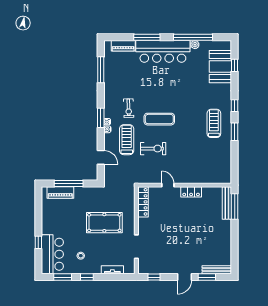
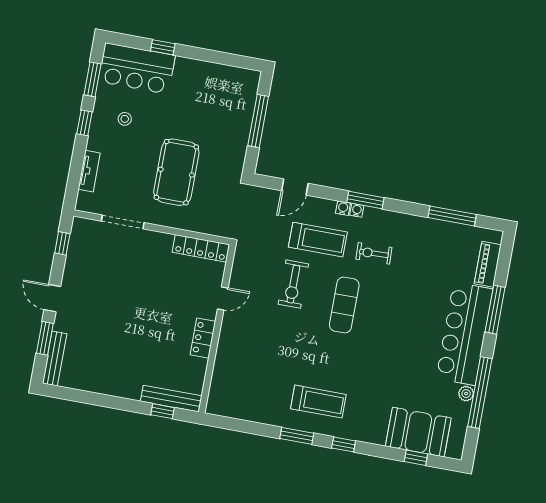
piano: (60, 193) -> (245, 103), removed
window: (235, 206) -> (162, 411), width x0.46

